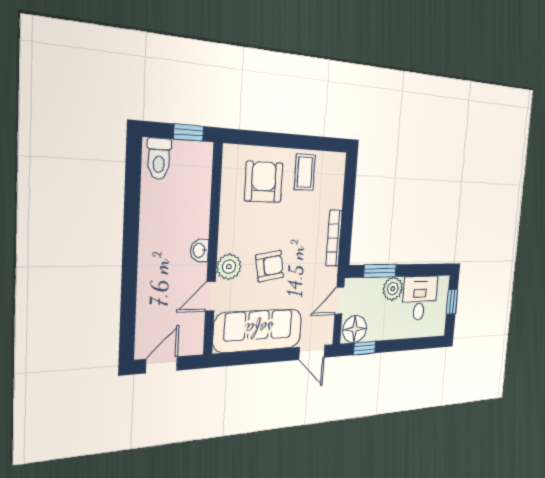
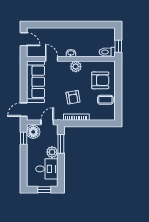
toilet: (159, 159) -> (107, 52), moved
armchair: (270, 266) -> (73, 97), moved
plant: (229, 267) -> (76, 67), moved
door: (339, 301) -> (47, 122), hinge flipped

